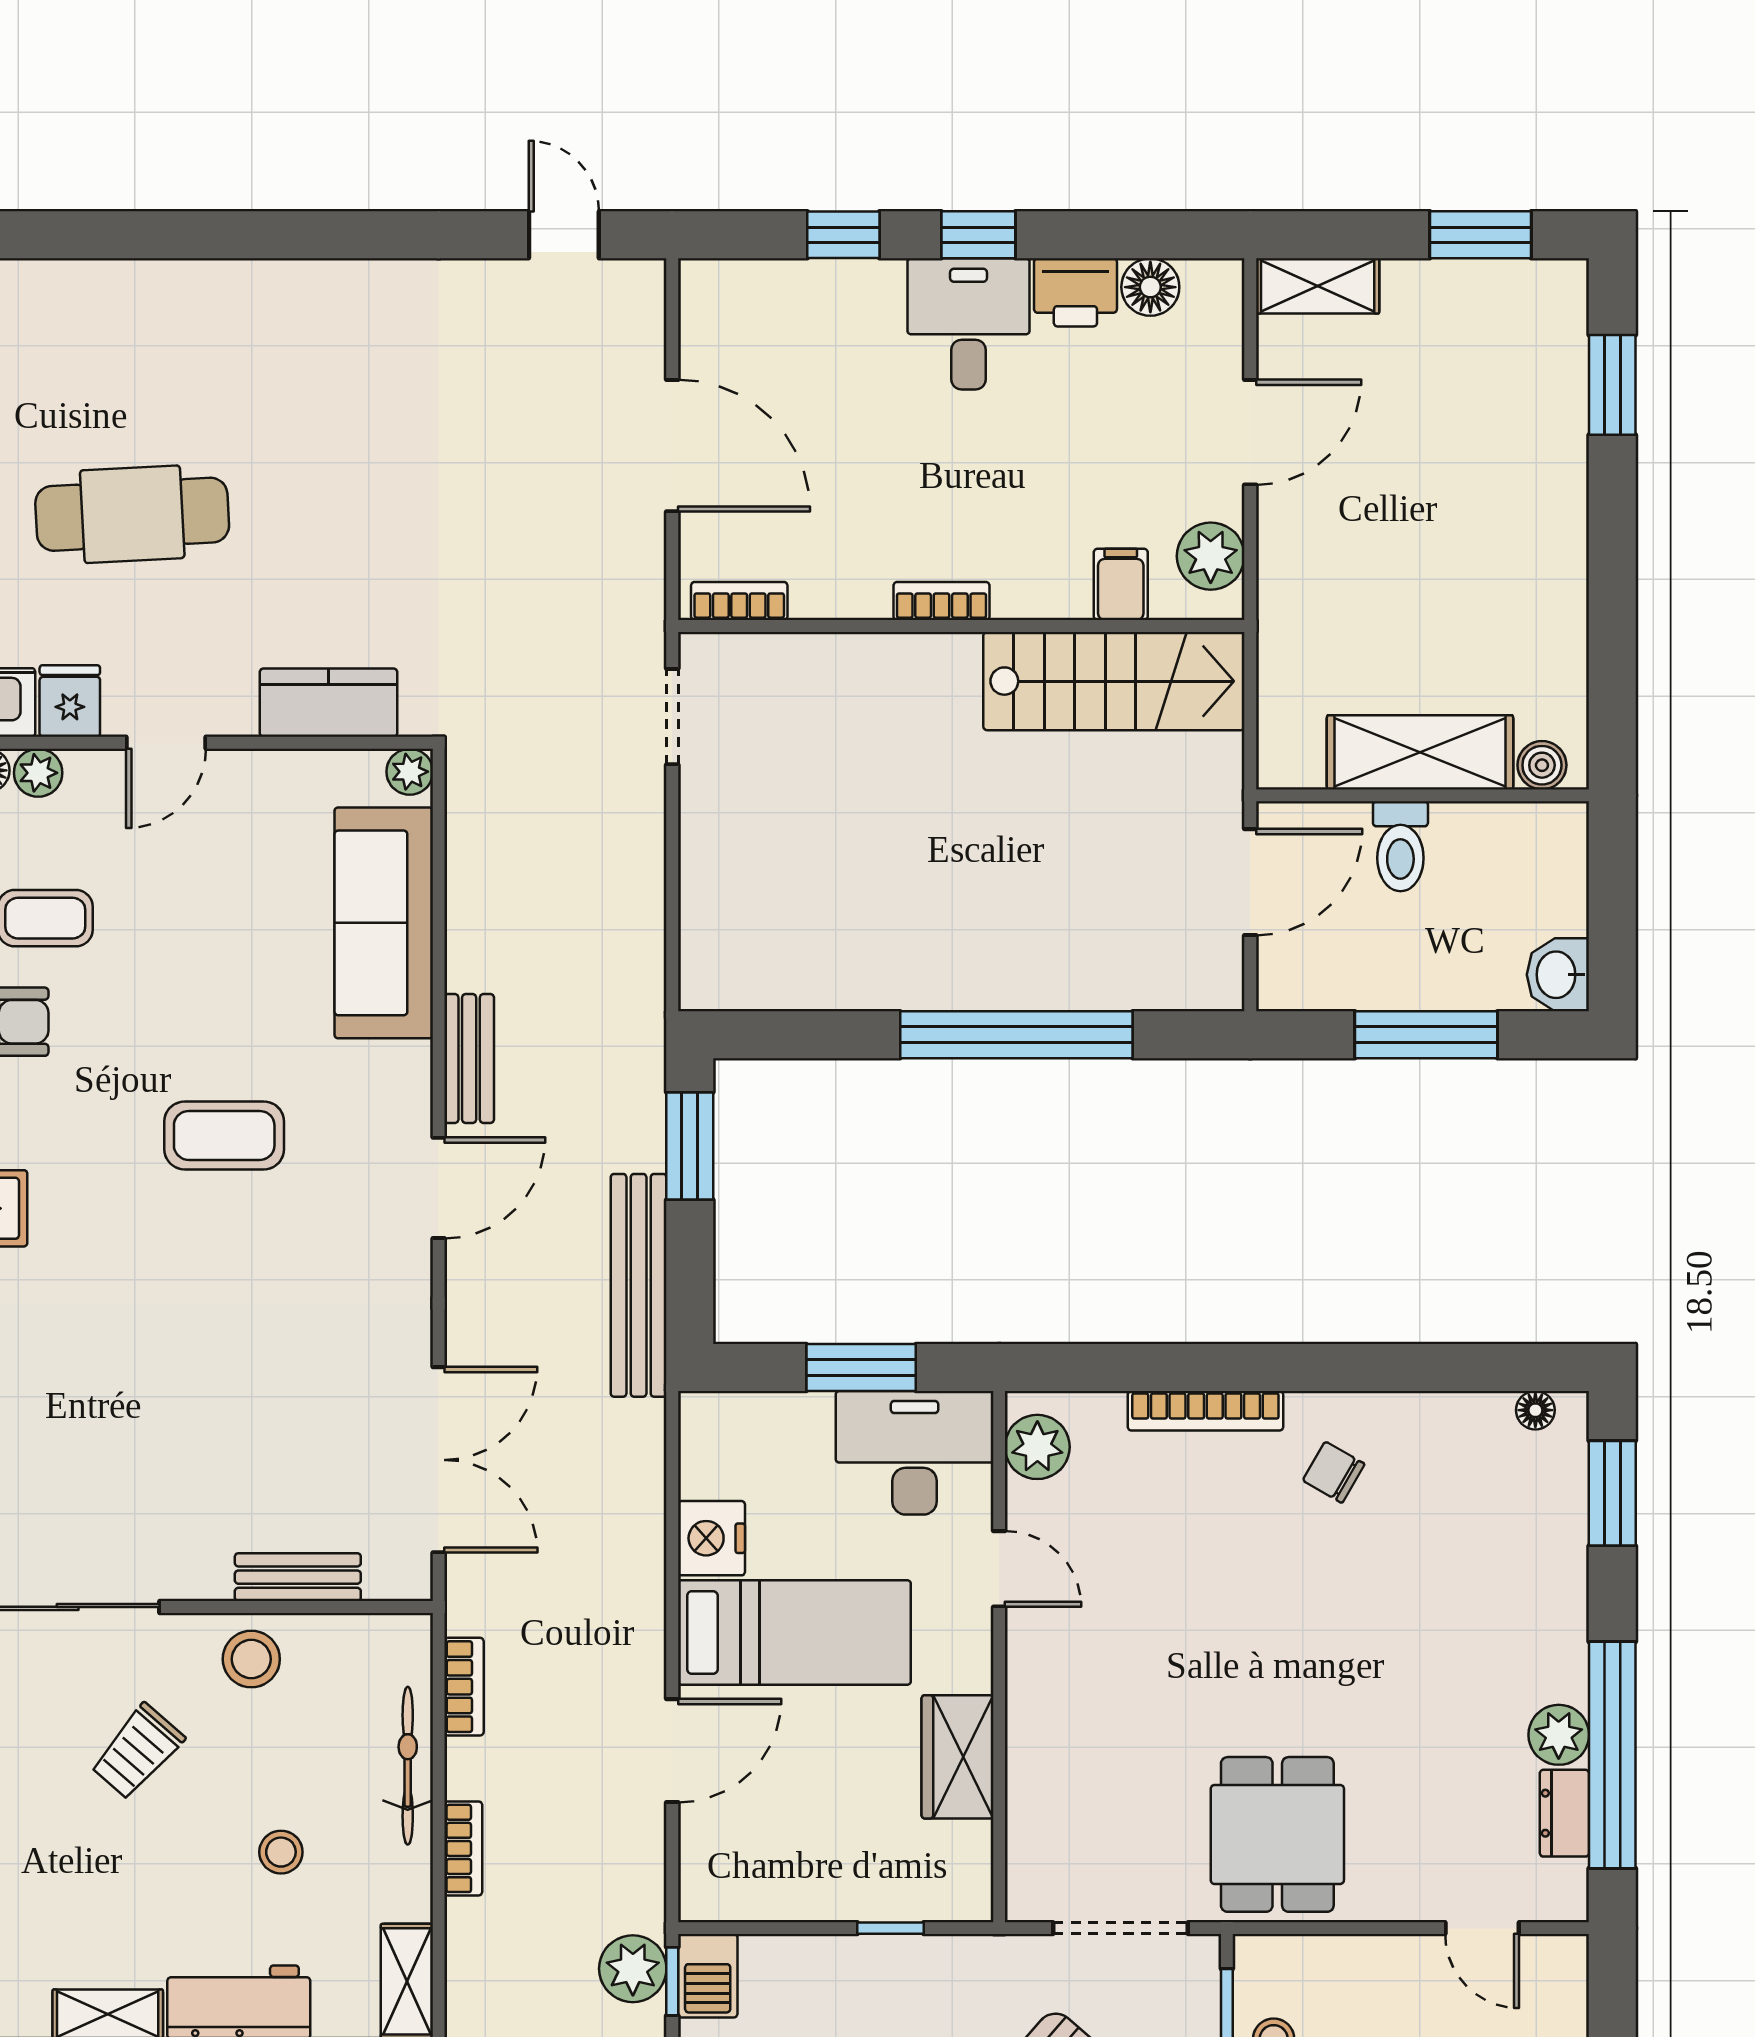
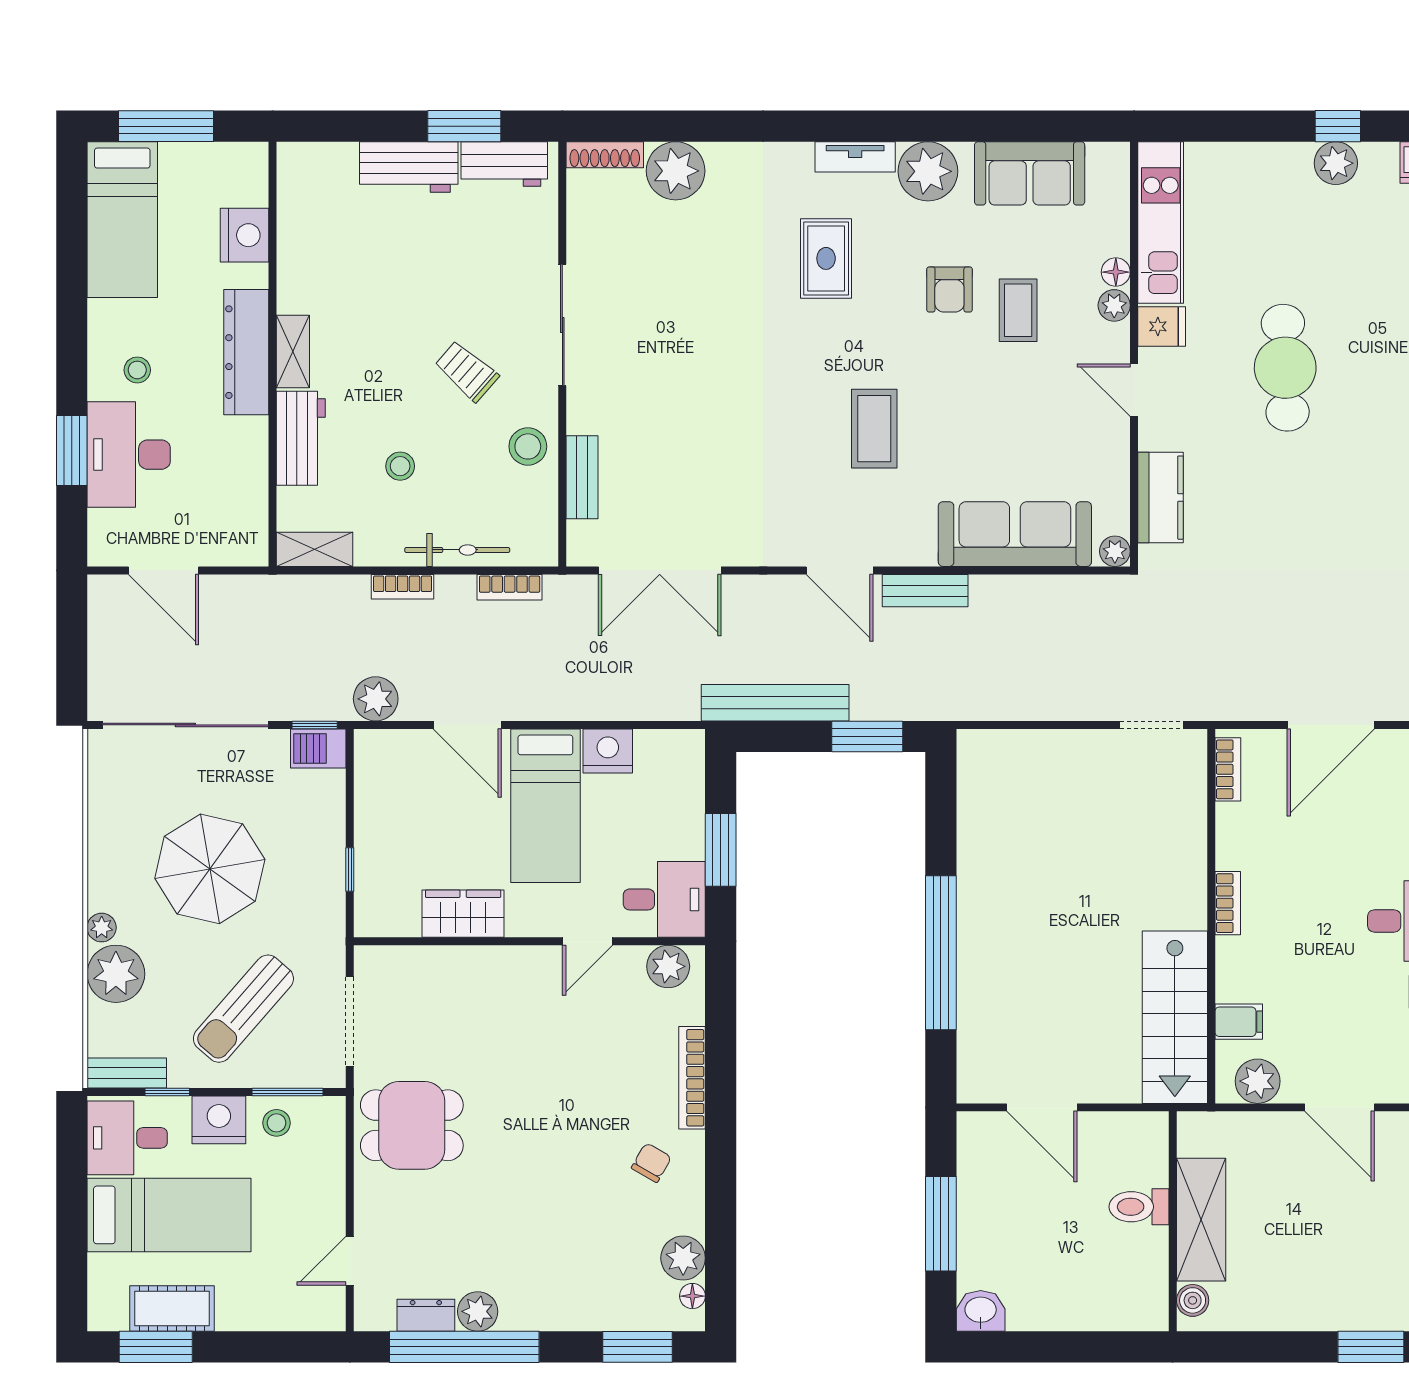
shelving: (1420, 752) -> (1201, 1220), moved
boiler: (1542, 765) -> (1193, 1300), moved
wall: (1422, 795) -> (1173, 1221), moved
toilet: (1400, 846) -> (1139, 1207), moved
plant: (1478, 1424) -> (683, 1258), added
desk: (915, 1453) -> (664, 899), width x0.73
plant: (633, 1969) -> (376, 699), moved

